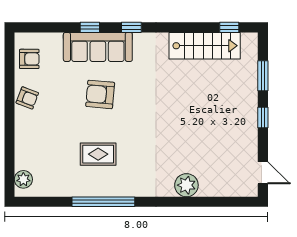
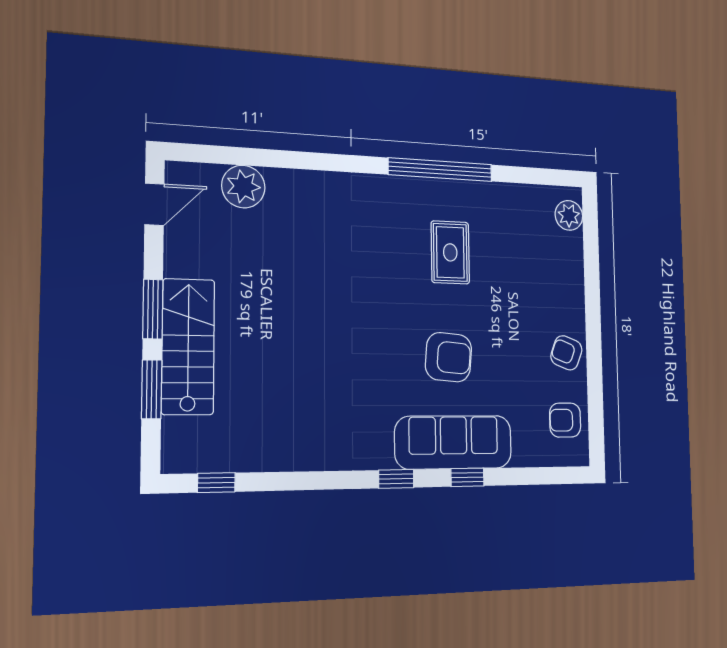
stairs: (205, 46) -> (188, 347), moved, turned 90
window: (263, 117) -> (153, 309), width x1.50
rug: (98, 154) -> (450, 252), turned 90
door: (263, 173) -> (154, 204), swing flipped
plant: (186, 185) -> (243, 187), moved

